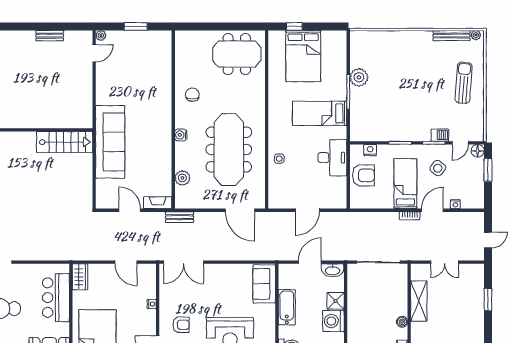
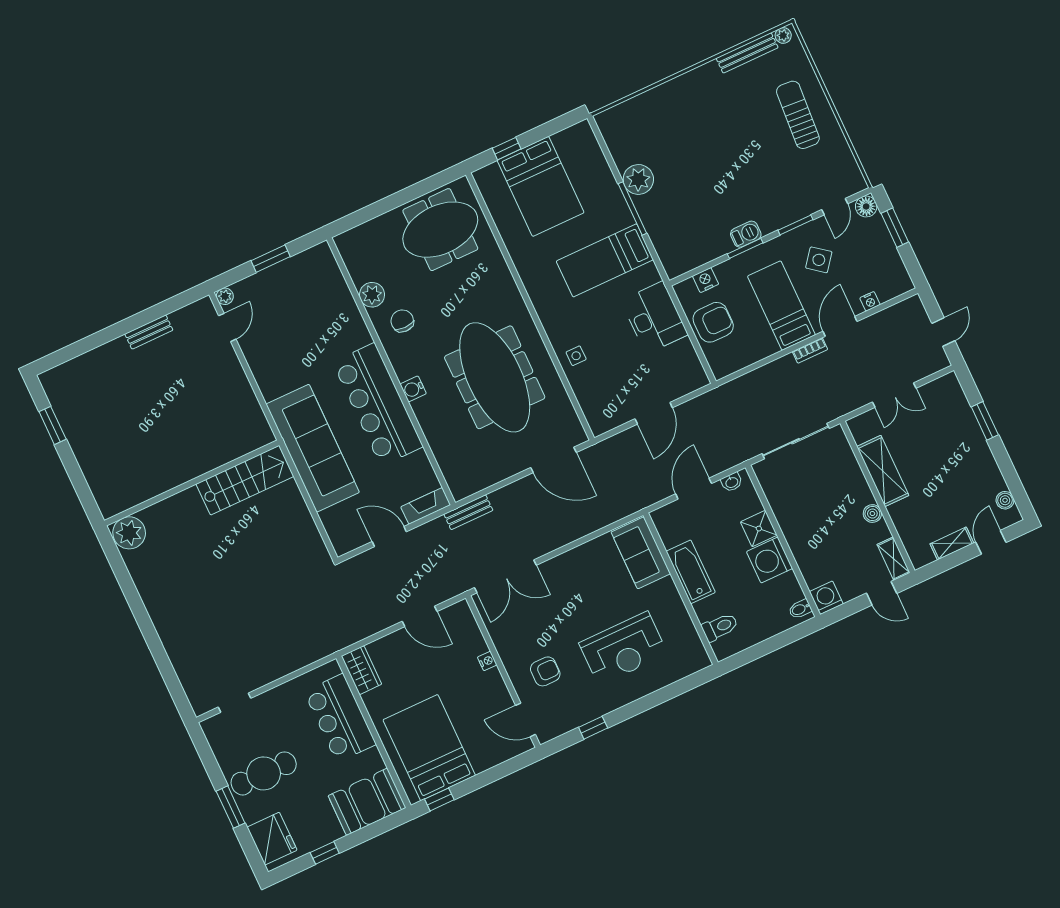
bar counter: (157, 134) -> (378, 404), added
barbecue: (440, 135) -> (746, 234), moved
plant: (182, 178) -> (372, 295), moved
washbasin: (333, 270) -> (732, 482), width x0.52, depth x0.69

